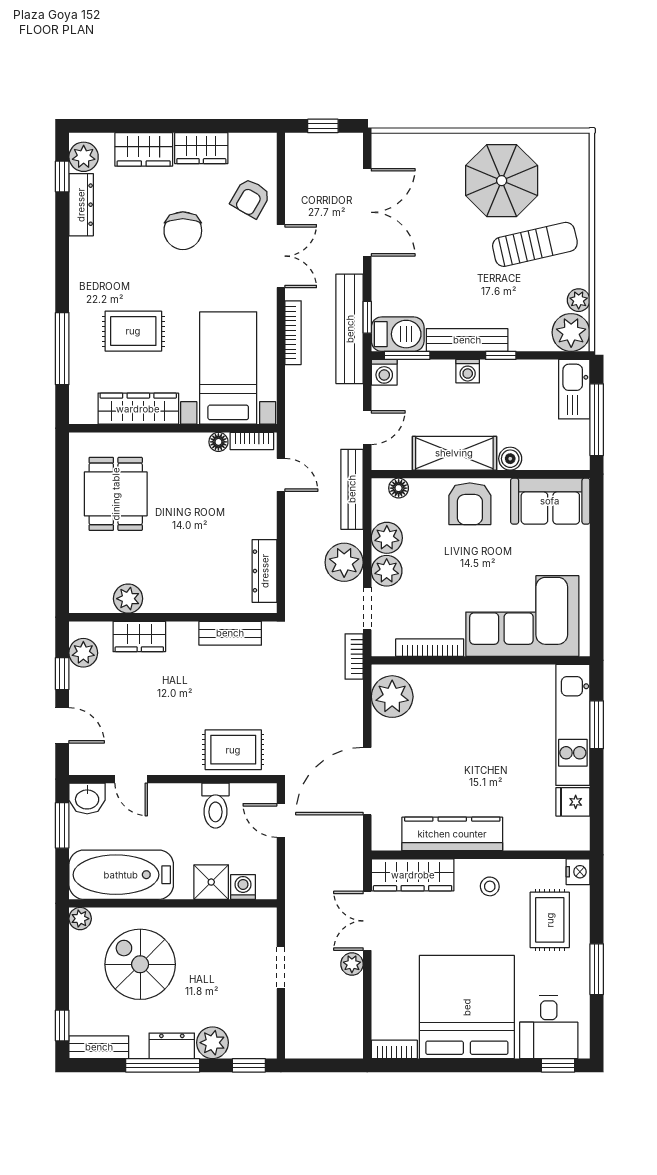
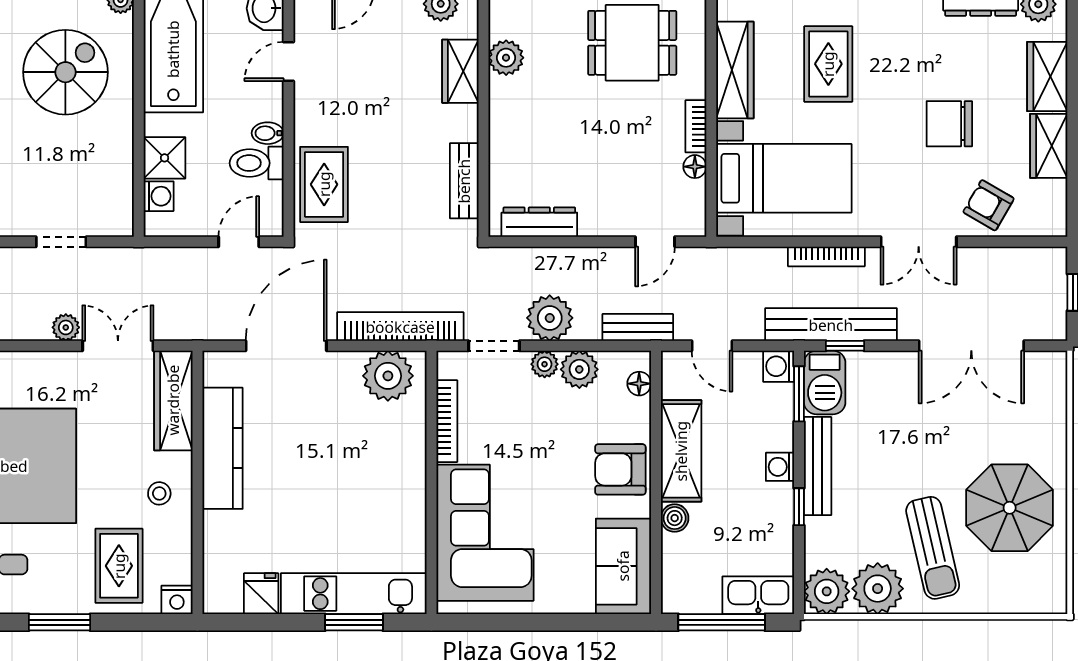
plant: (579, 300) -> (878, 589), width x1.88, depth x1.88
bookcase: (252, 441) -> (696, 126), moved
bench: (352, 489) -> (638, 327), width x0.73
plant: (387, 571) -> (545, 364), width x0.73, depth x0.73
bookcase: (354, 657) -> (400, 327), width x2.31, depth x1.31
door: (367, 781) -> (286, 346), hinge flipped
bidet: (191, 796) -> (268, 133), added
rug: (550, 920) -> (119, 566), turned 90

